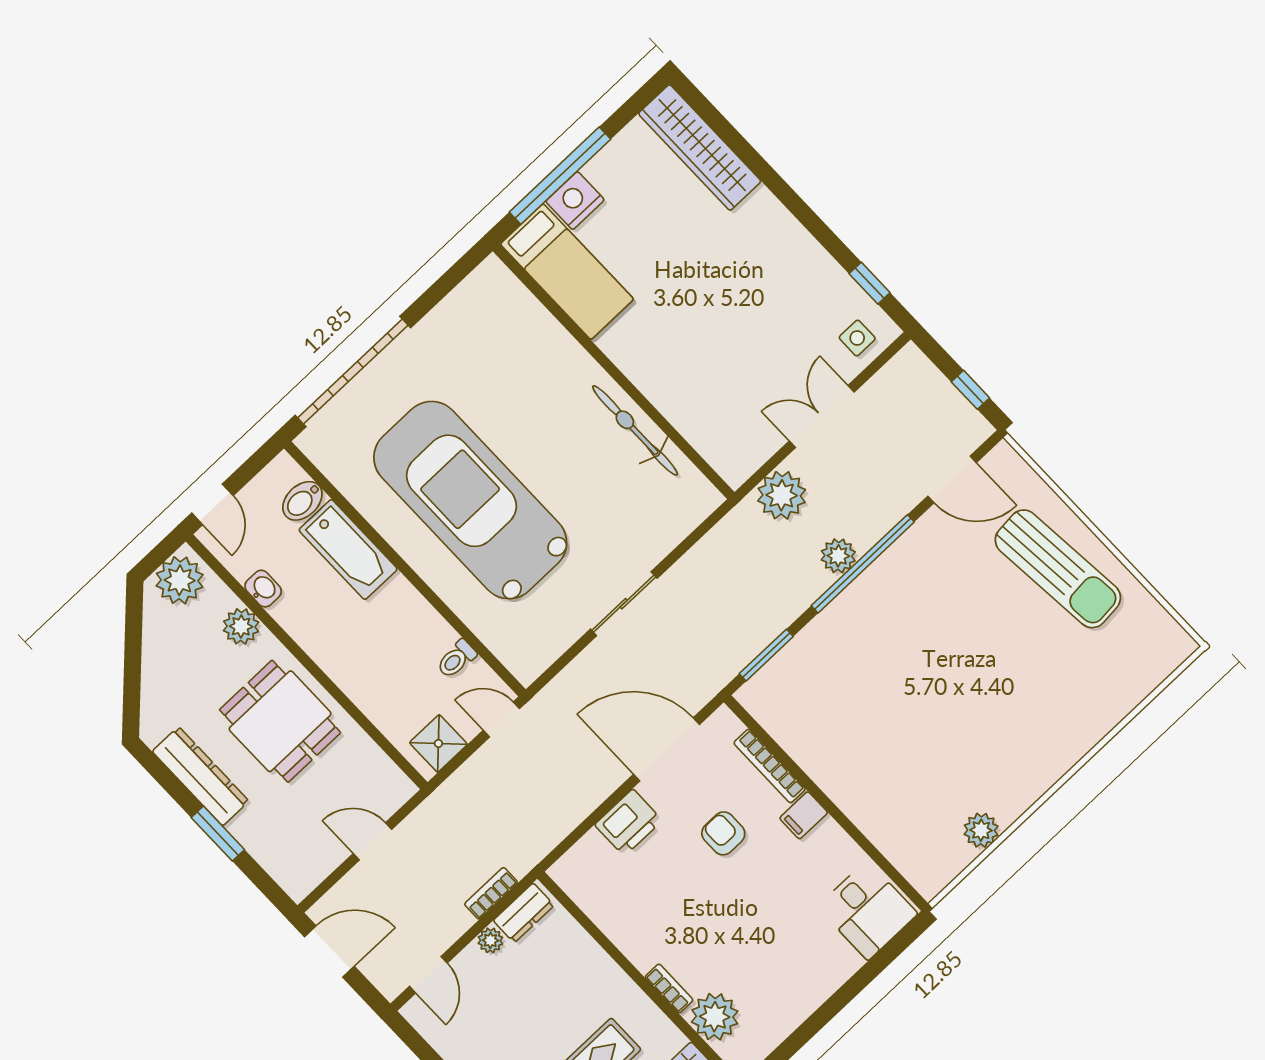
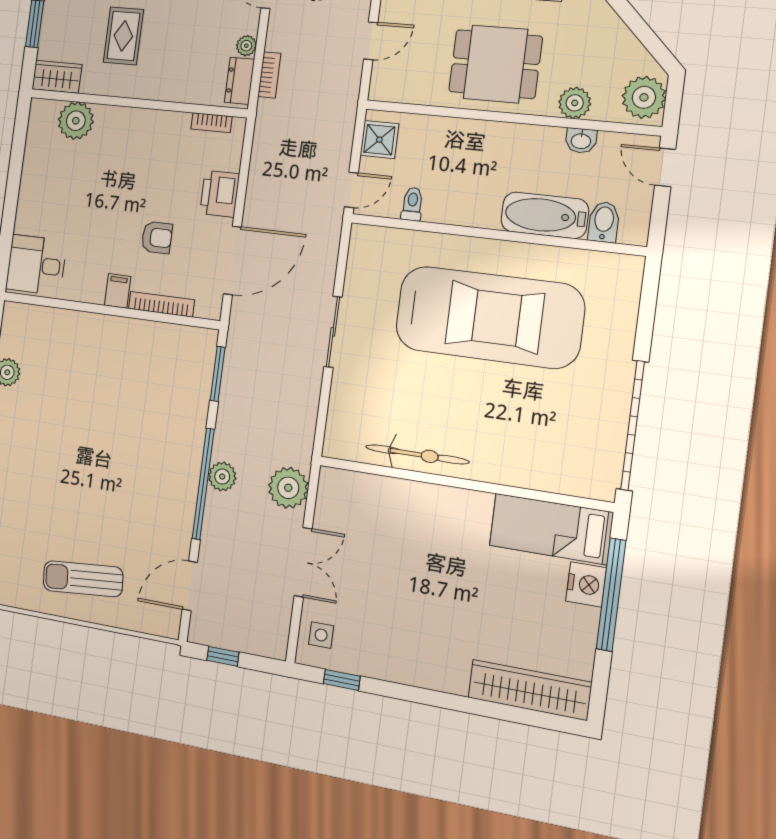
garage door: (353, 372) -> (633, 425), moved
sun lounger: (1058, 569) -> (83, 579), width x0.73, depth x0.75
bookcase: (669, 988) -> (211, 123), moved

